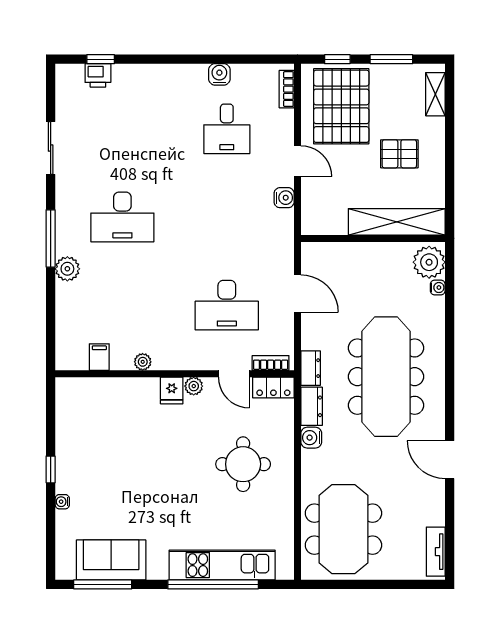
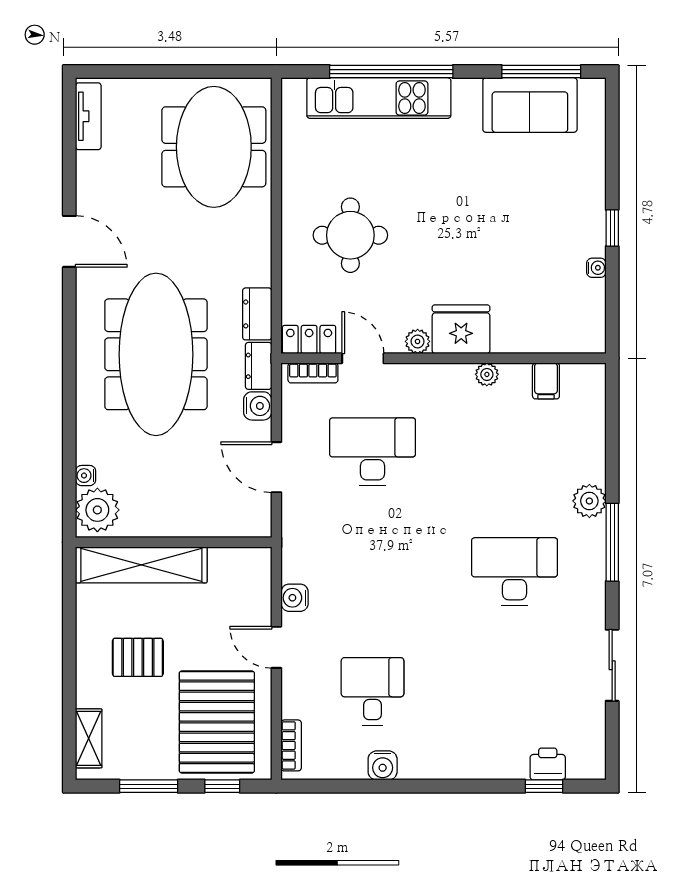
fridge: (172, 390) -> (461, 329), width x1.88, depth x1.34
water cooler: (311, 438) -> (258, 406), moved
water cooler: (62, 502) -> (596, 268), moved

